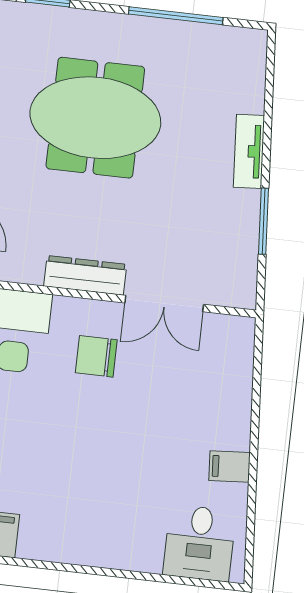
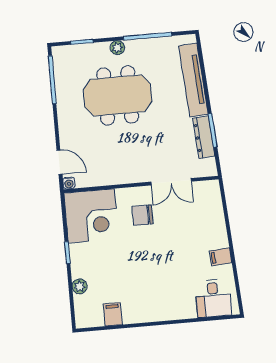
plant: (113, 26) -> (117, 48), added
tv unit: (249, 151) -> (193, 80), width x1.92, depth x1.29
dresser: (85, 275) -> (204, 137), moved, turned -94

